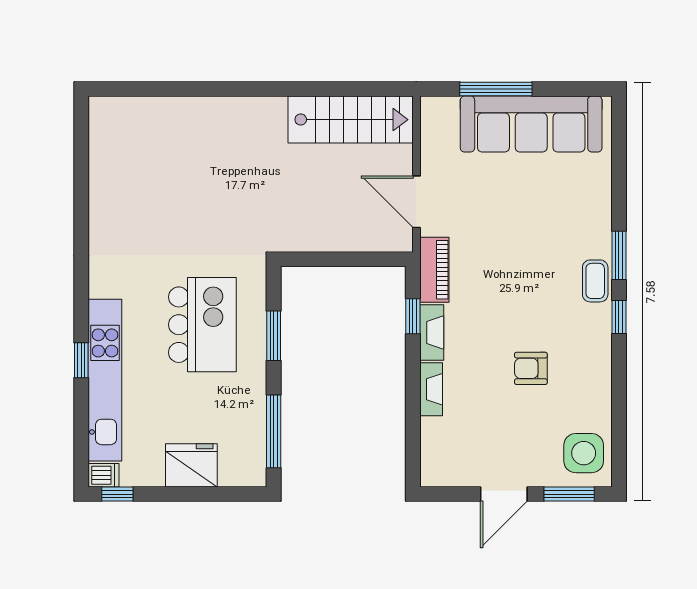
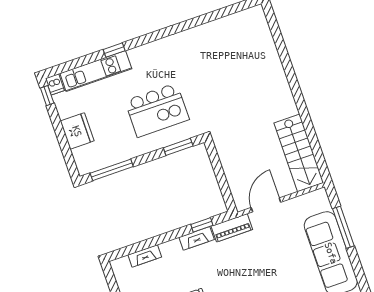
window: (274, 336) -> (178, 147), moved
kitchen unit: (105, 380) -> (96, 71), width x0.73
fireplace: (431, 389) -> (145, 256), moved

